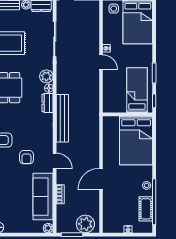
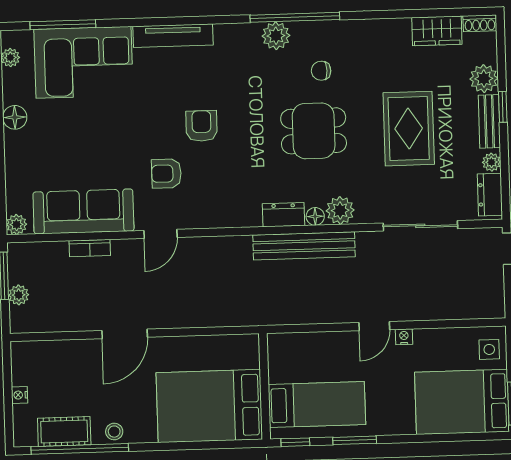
bench: (62, 118) -> (304, 246), moved
door: (101, 179) -> (125, 334), swing flipped
plant: (85, 224) -> (19, 295), width x0.53, depth x0.53

